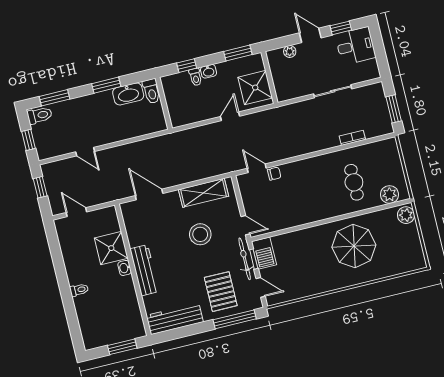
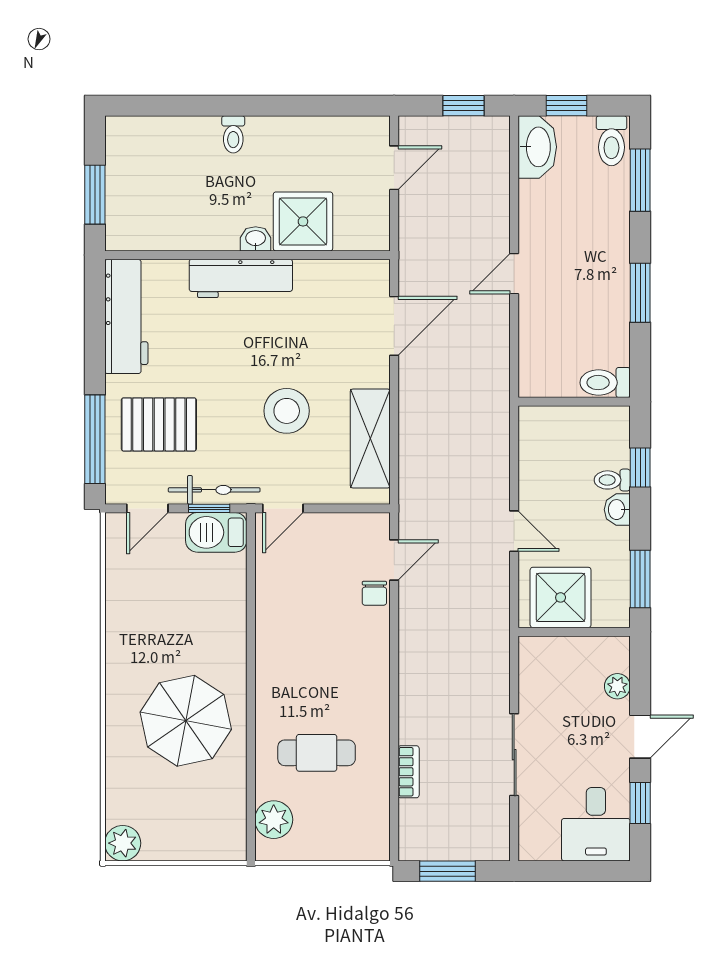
washbasin: (128, 94) -> (537, 147), moved, turned 180
door: (85, 152) -> (514, 274), moved
plant: (406, 215) -> (123, 843), moved

